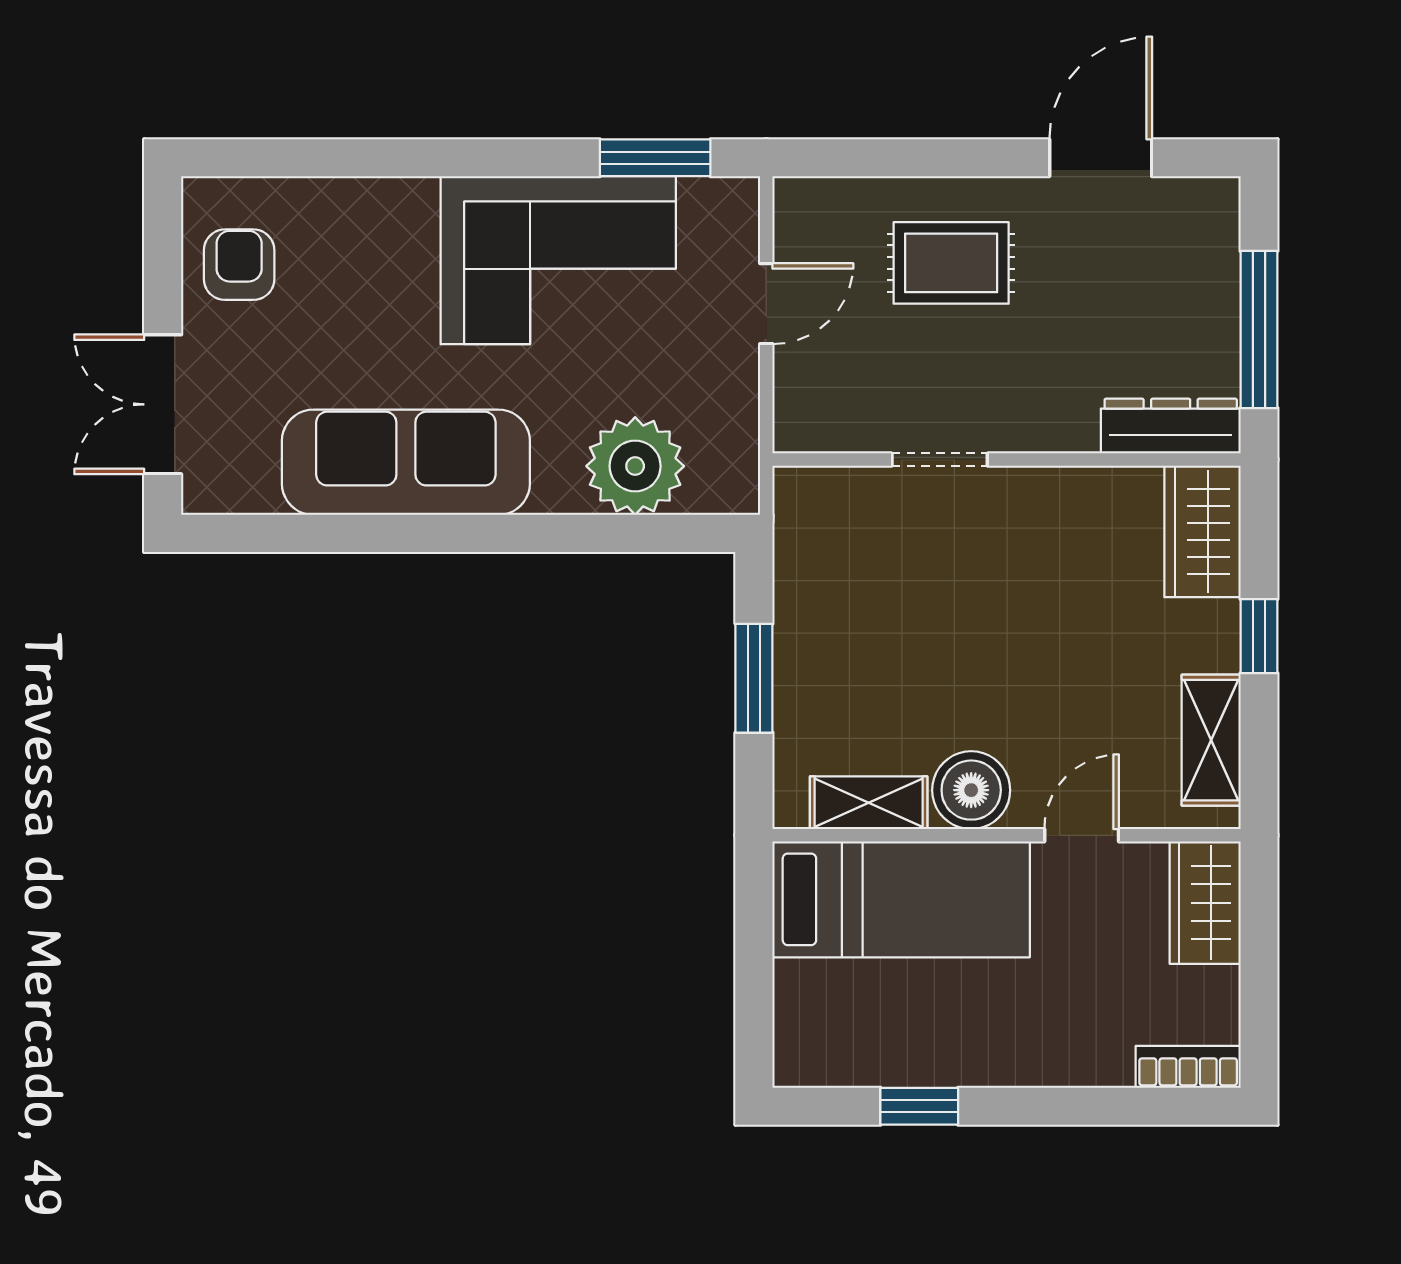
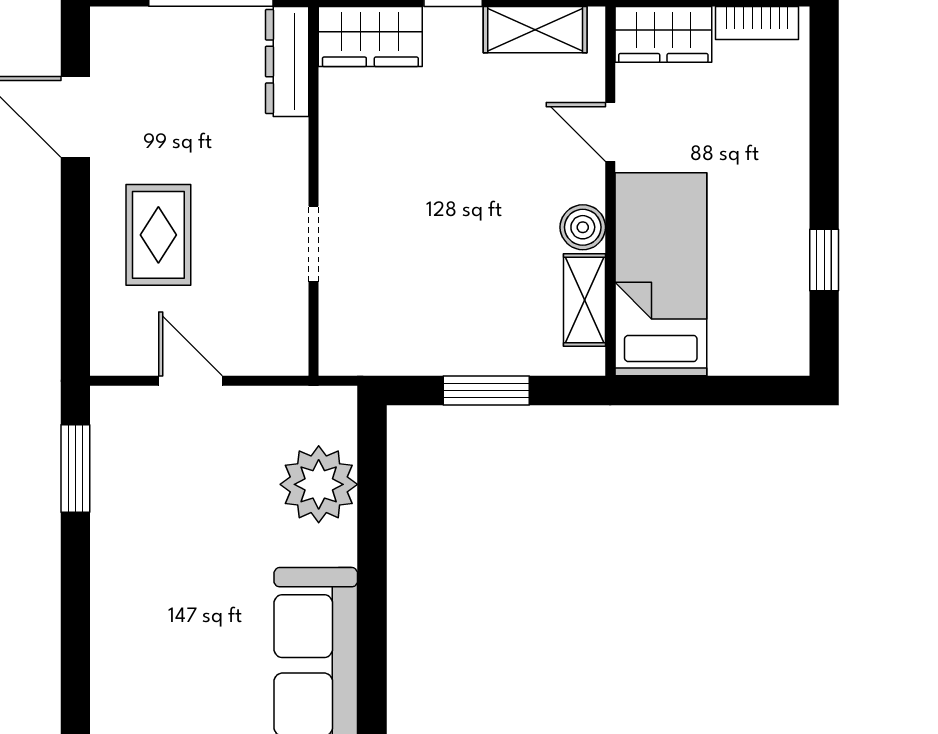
corner sofa: (558, 260) -> (156, 545), removed
boiler: (971, 790) -> (583, 227), width x0.73, depth x0.73
bookcase: (1188, 1067) -> (757, 23), moved, turned -90

